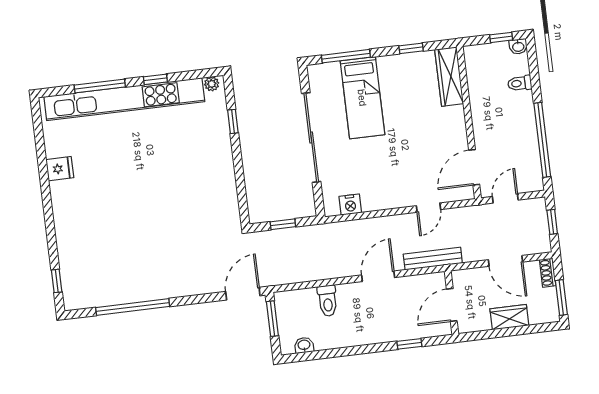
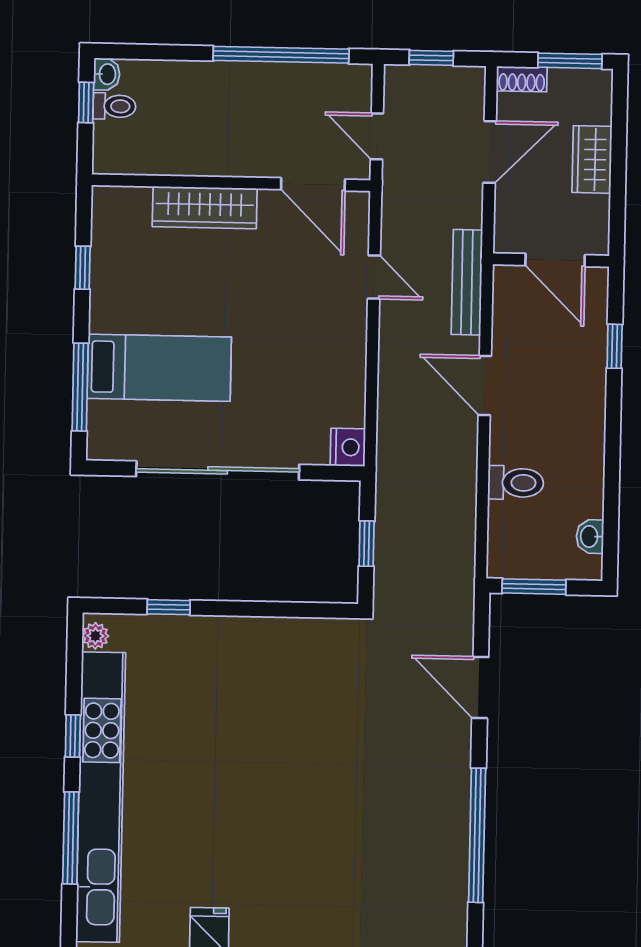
wardrobe: (449, 77) -> (205, 208), moved
toilet: (520, 83) -> (114, 106), moved, turned -90
nightstand: (350, 205) -> (348, 447), moved
door: (243, 294) -> (480, 687), moved

